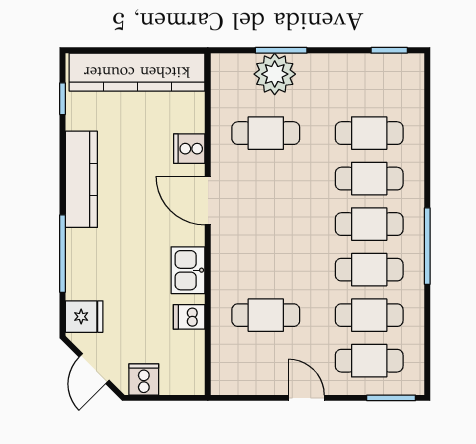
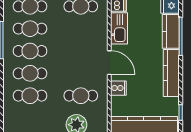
kitchen counter: (83, 264) -> (171, 31), added
kitchen sink: (188, 270) -> (119, 28), width x1.38

